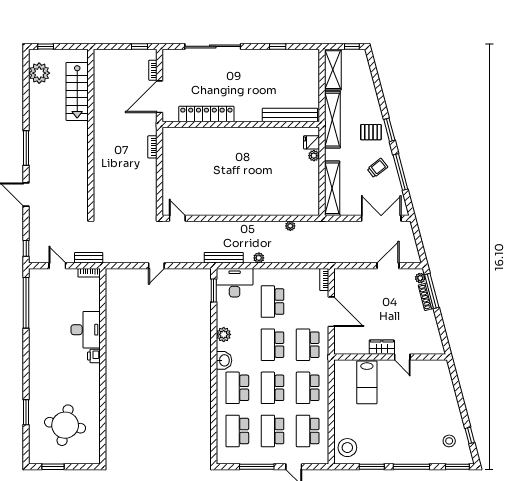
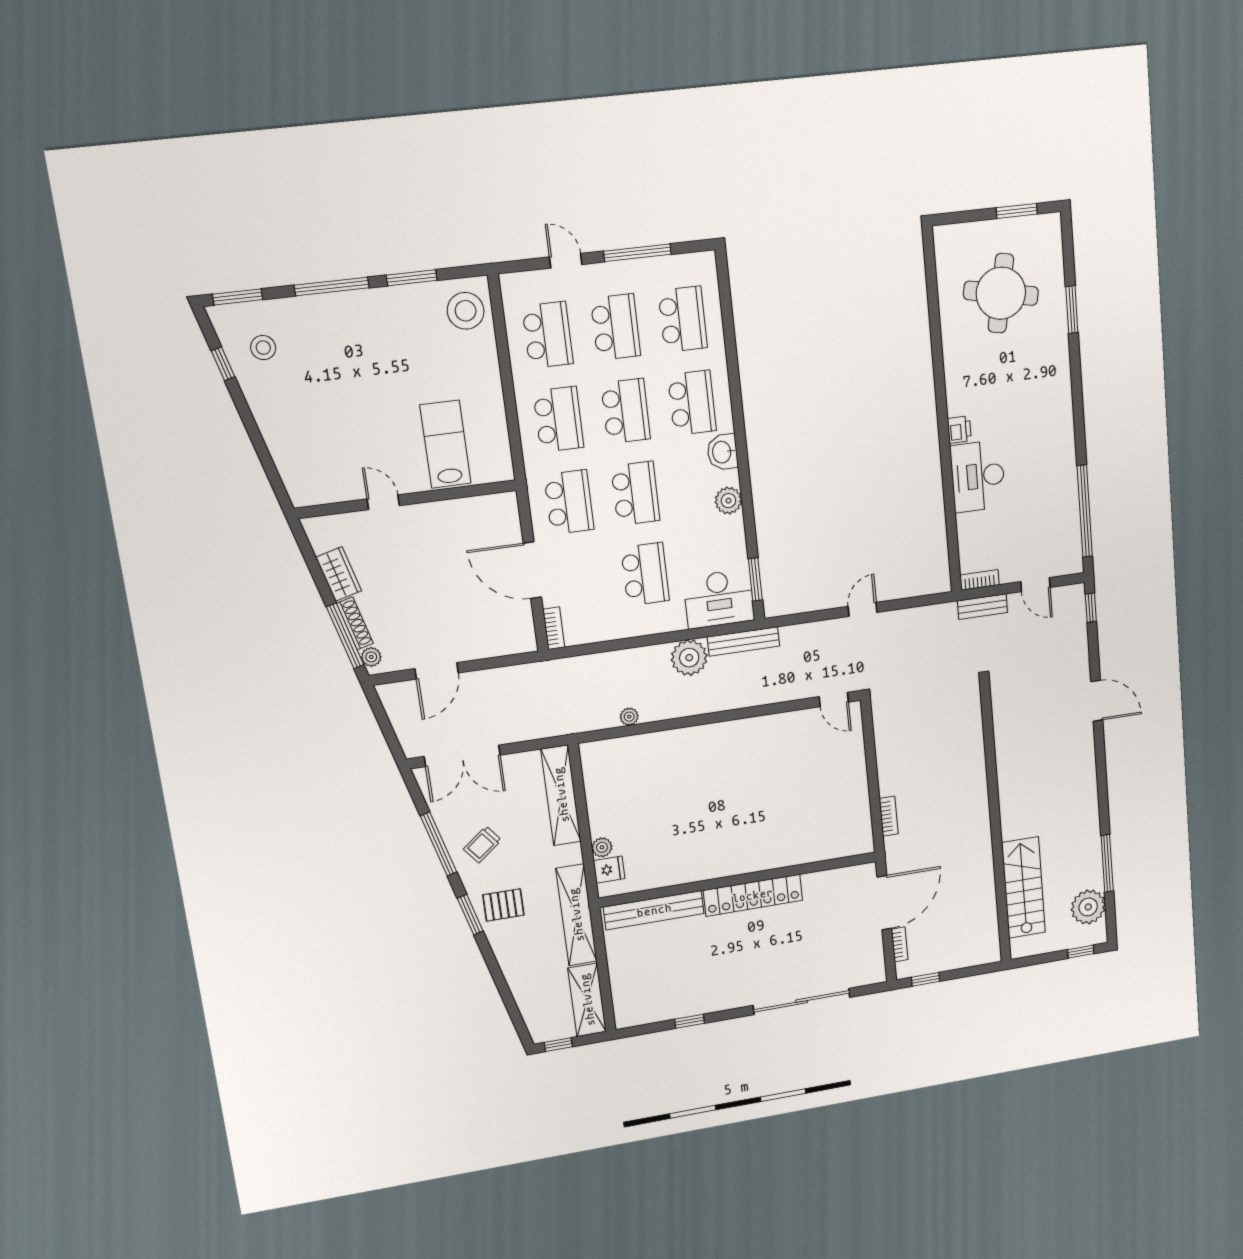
locker: (206, 114) -> (753, 895), moved
window: (26, 148) -> (1107, 863), moved
plant: (259, 258) -> (689, 658), width x1.87, depth x1.87
wardrobe: (382, 347) -> (339, 574), moved, turned -105

